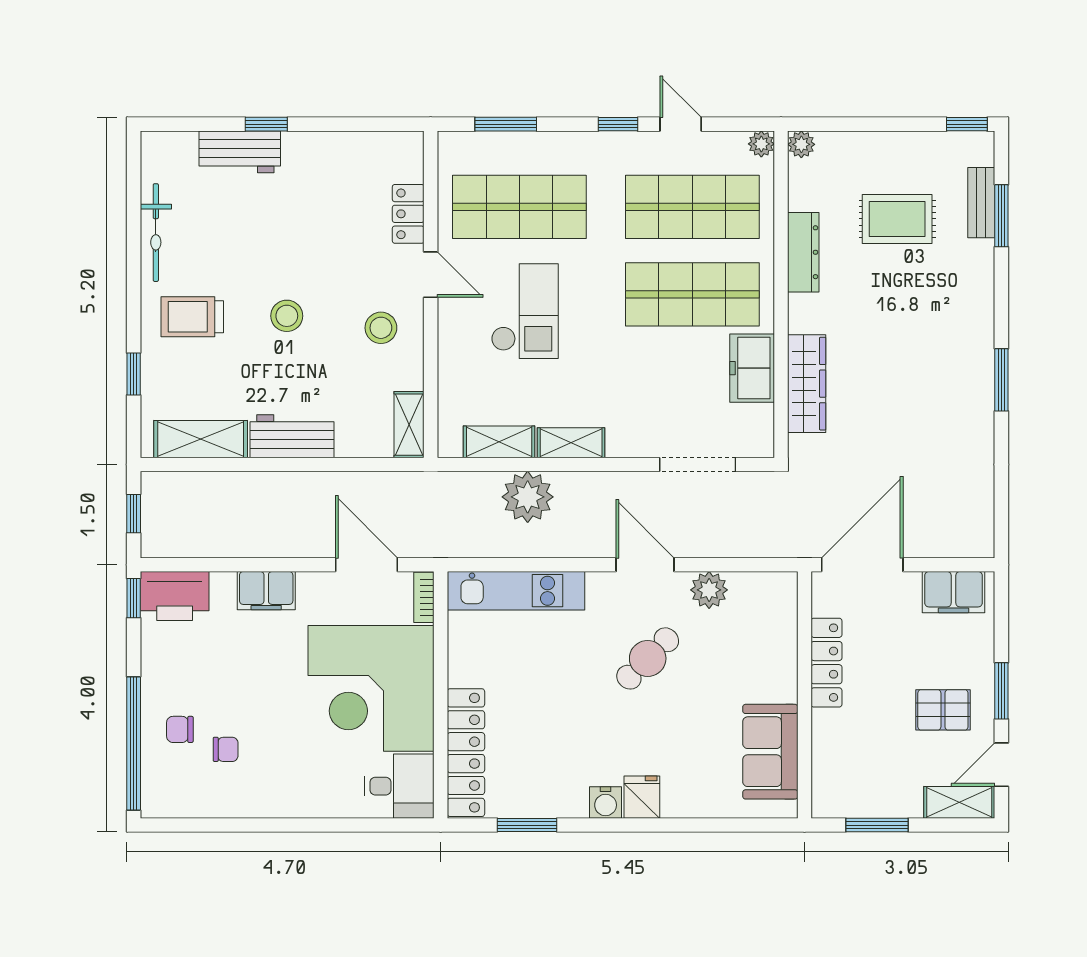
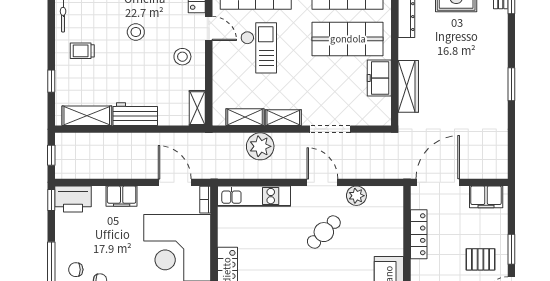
stool: (287, 316) -> (136, 32), moved
trolley: (192, 317) -> (82, 51), width x0.73, depth x0.72
doorway: (698, 465) -> (330, 129), moved

